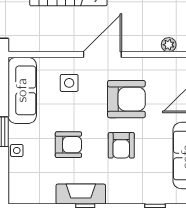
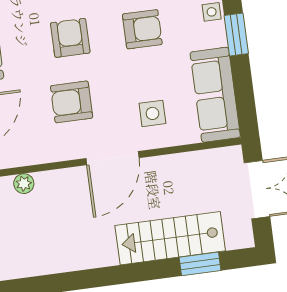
armchair: (126, 99) -> (72, 102), width x0.73, depth x0.73
armchair: (68, 145) -> (142, 29), turned 180

